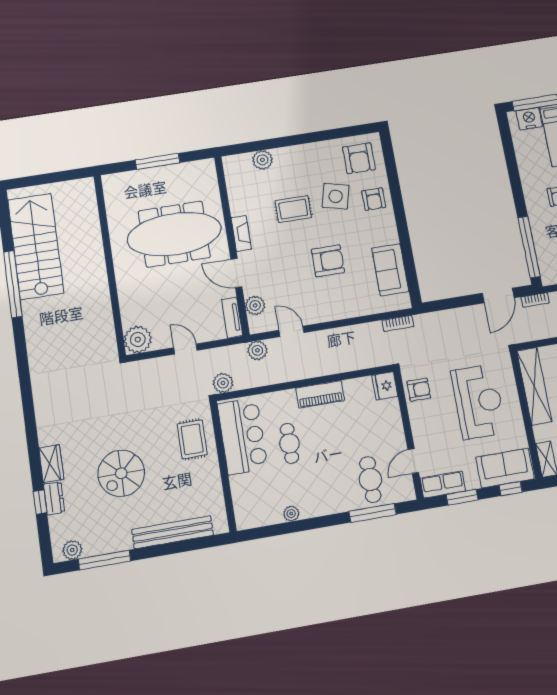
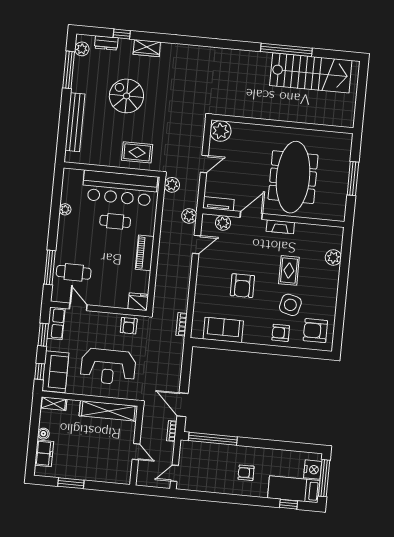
bar counter: (243, 436) -> (120, 188), width x1.36
dresser: (54, 498) -> (106, 43), moved

